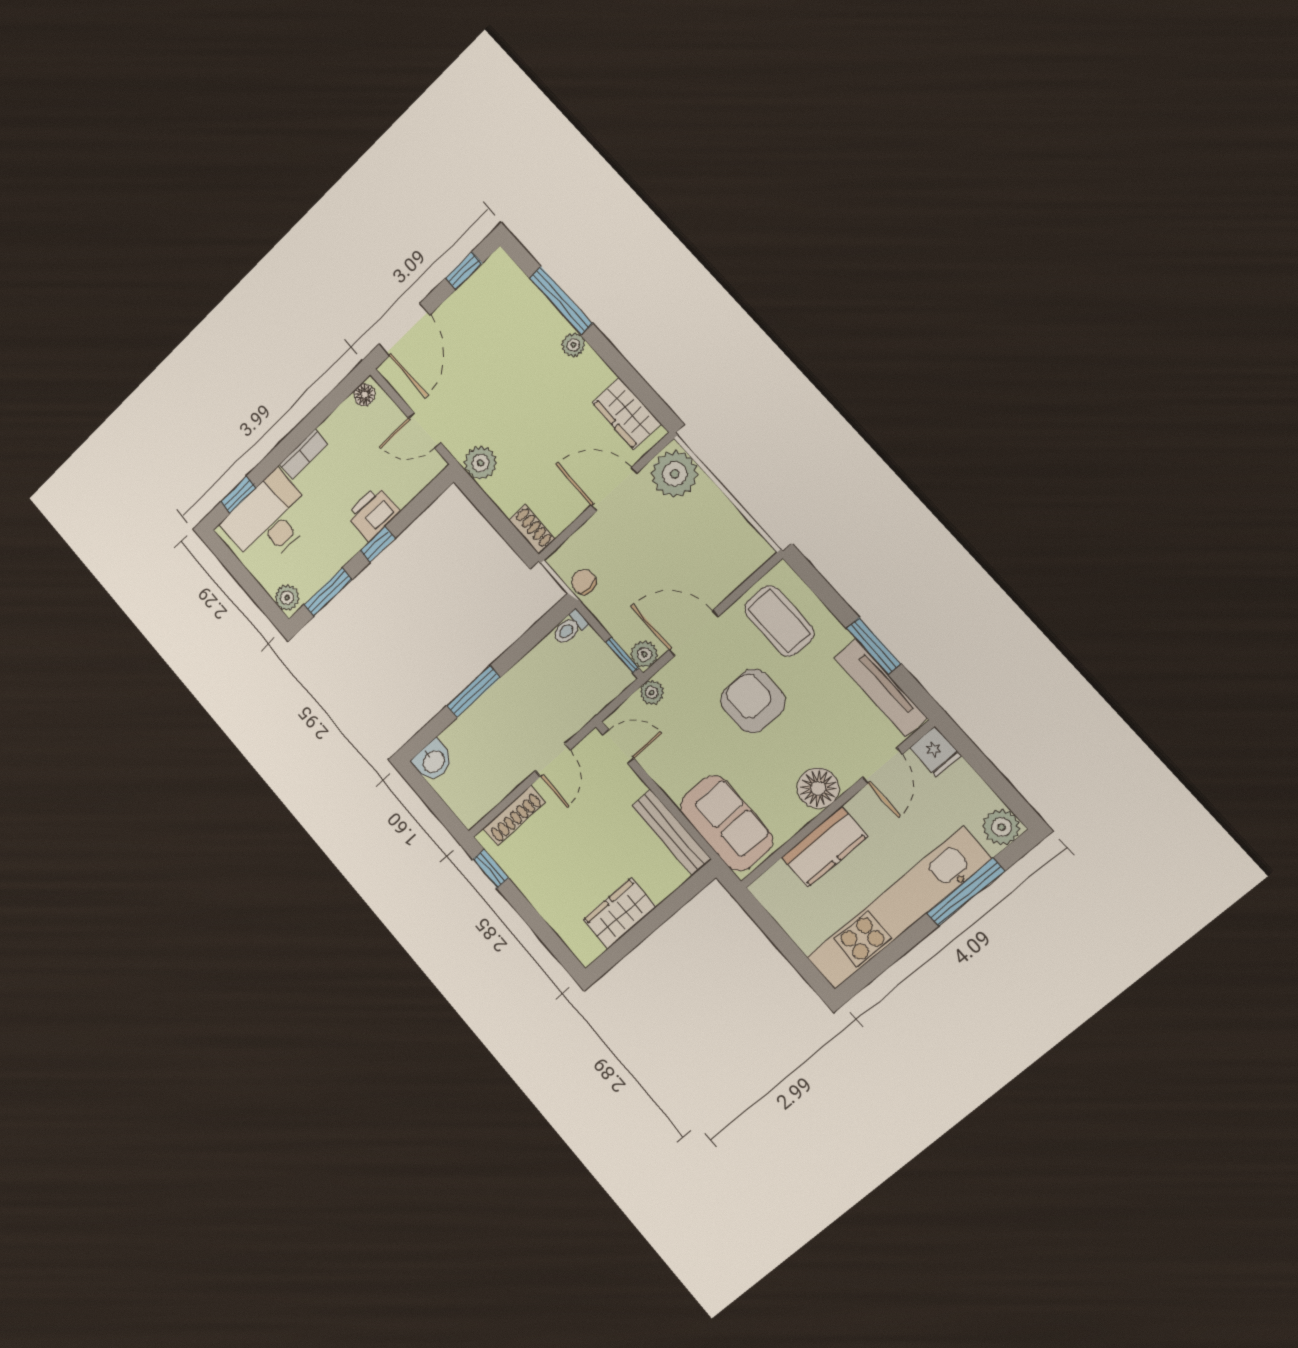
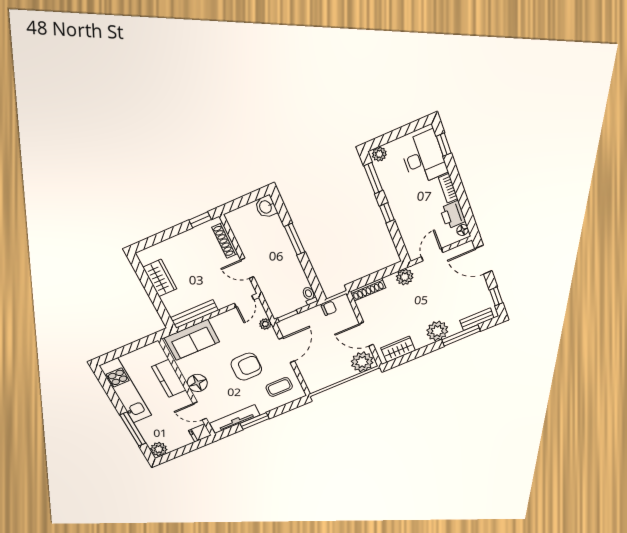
bench: (519, 286) -> (477, 319), added
plant: (573, 345) -> (437, 331), width x1.88, depth x1.88
door: (614, 489) -> (366, 334), swing flipped
printer: (373, 513) -> (453, 215), moved, turned 180
shoe rack: (532, 529) -> (368, 290), width x1.43
coffee table: (779, 621) -> (279, 387), width x0.73, depth x0.77
plant: (644, 654) -> (285, 326), removed
kitchen unit: (898, 909) -> (126, 391), width x0.73

